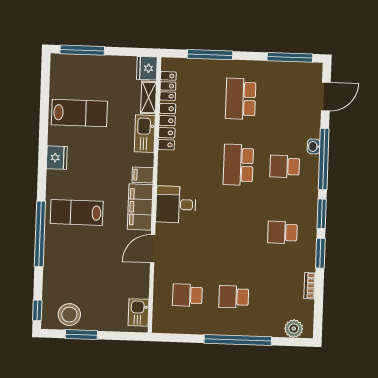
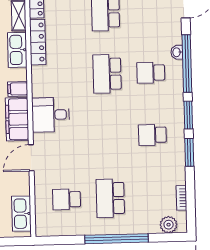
bookcase: (310, 286) -> (181, 198), moved
school desk: (234, 297) -> (110, 198), width x1.85
kitchen sink: (138, 312) -> (21, 214), width x1.38

